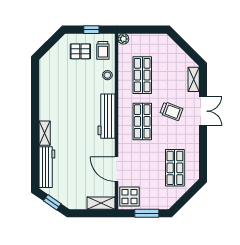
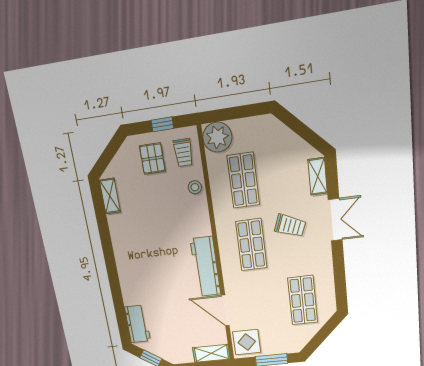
plant: (123, 39) -> (217, 137), width x1.87, depth x1.87
pallet: (80, 51) -> (152, 159), turned 90
workbench: (107, 116) -> (206, 267), moved
shelving: (45, 133) -> (110, 196), moved
workbench: (47, 167) -> (137, 324), width x0.73

